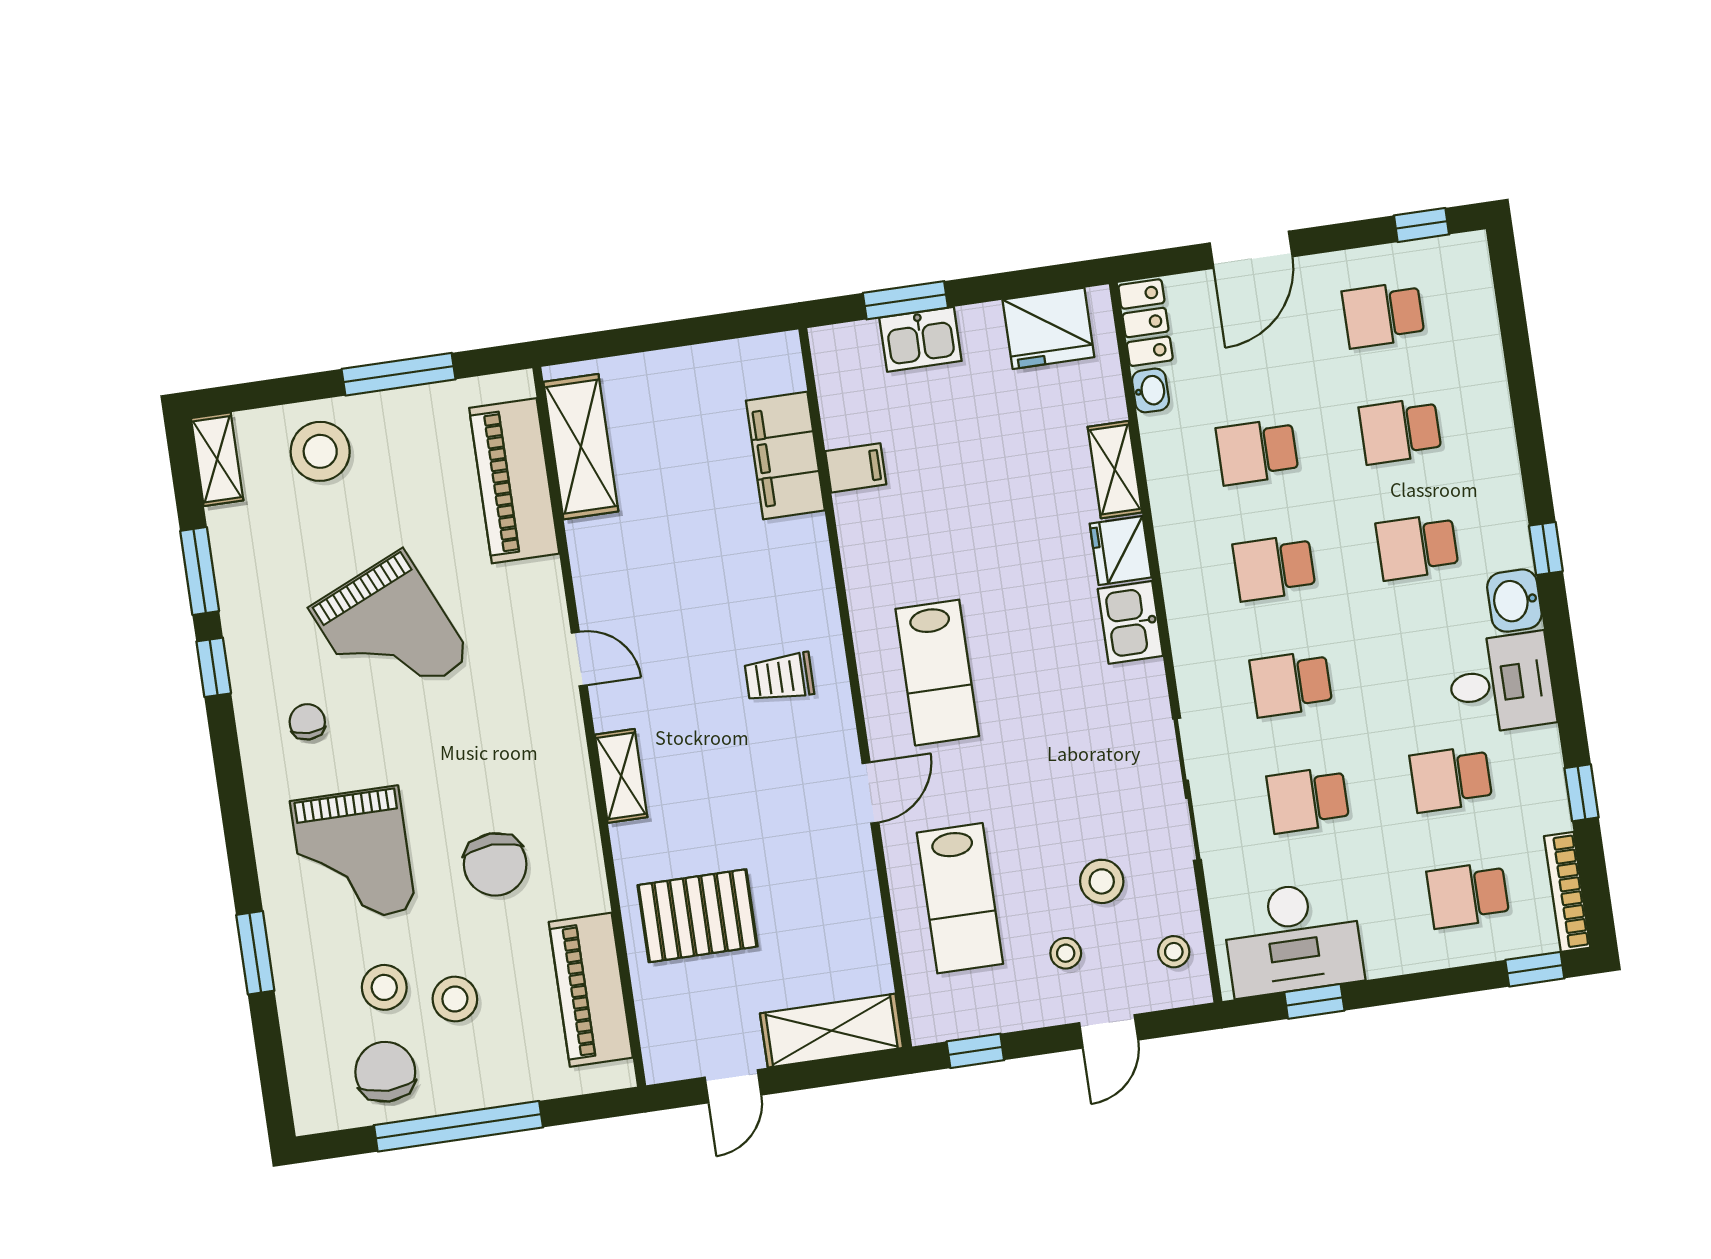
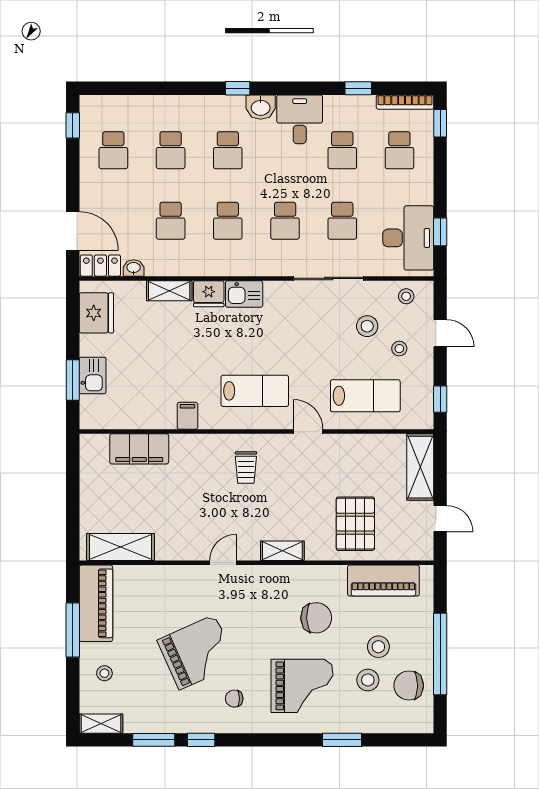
door: (1251, 250) -> (73, 231), moved
stool: (320, 451) -> (104, 673), width x0.53, depth x0.53
filing cabinet: (856, 468) -> (187, 416), moved
piano: (514, 481) -> (96, 603), moved, turned -90

